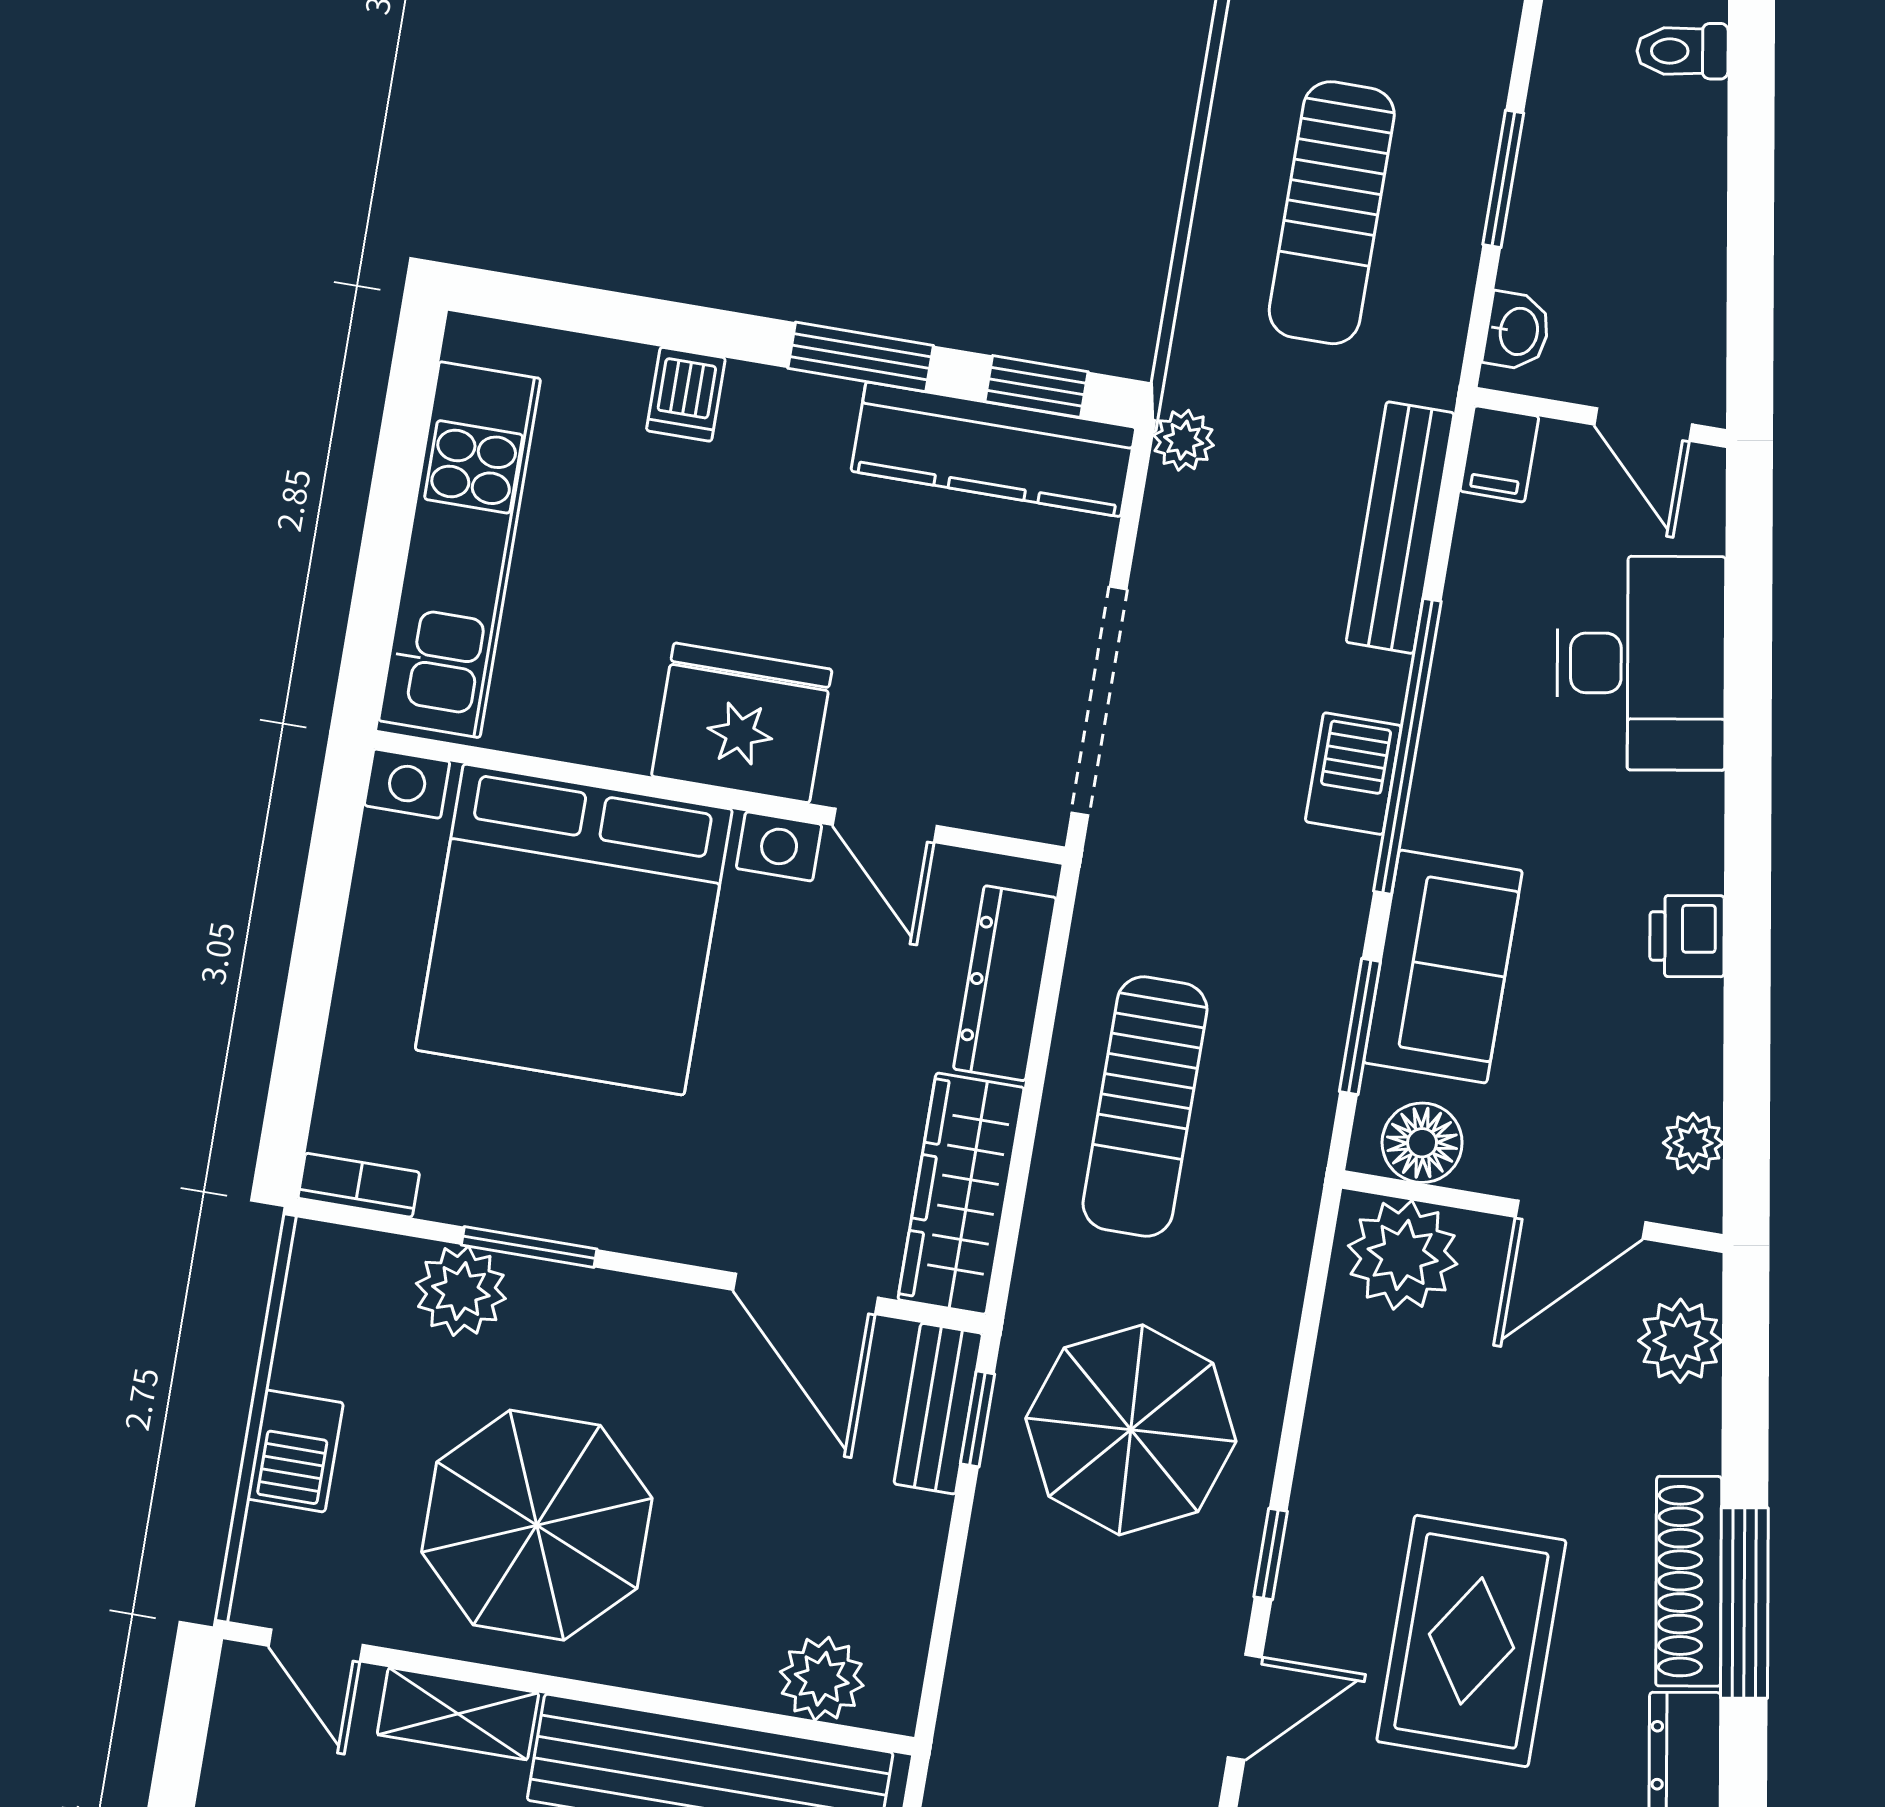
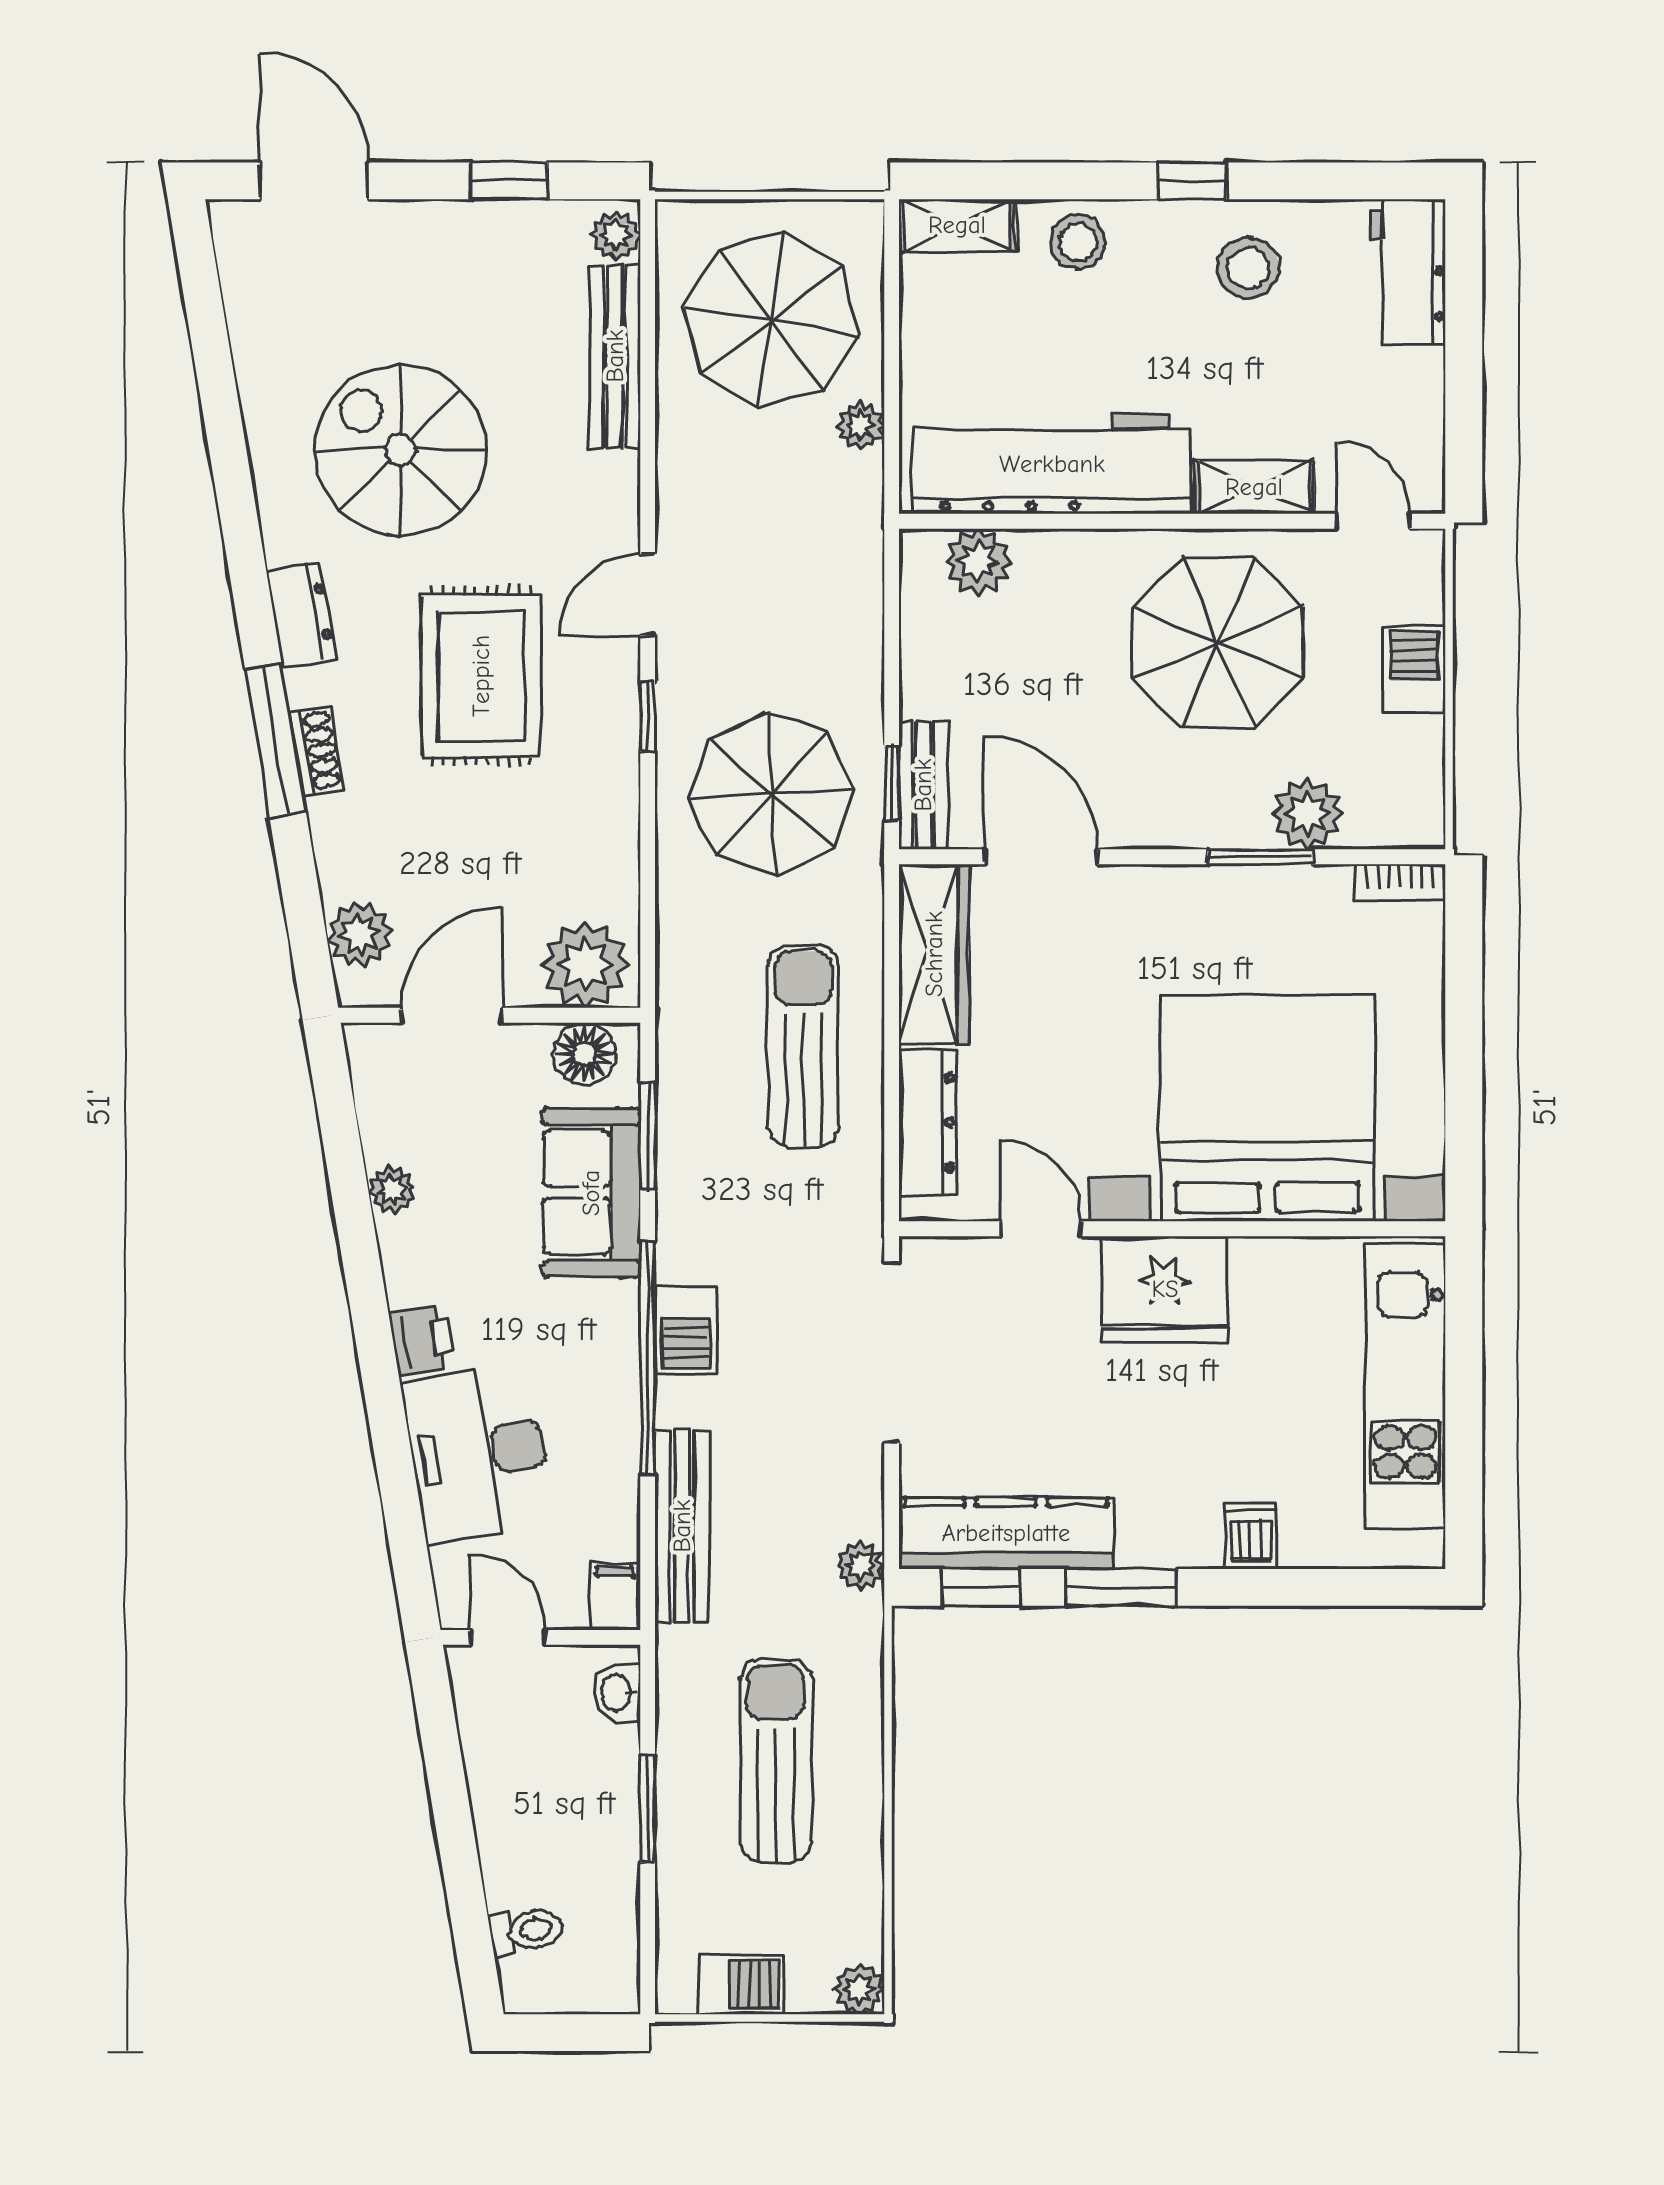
printer: (1687, 936) -> (422, 1340), moved
plant: (1693, 1143) -> (392, 1190), moved
shoe rack: (1689, 1581) -> (317, 751), width x0.51, depth x0.81

